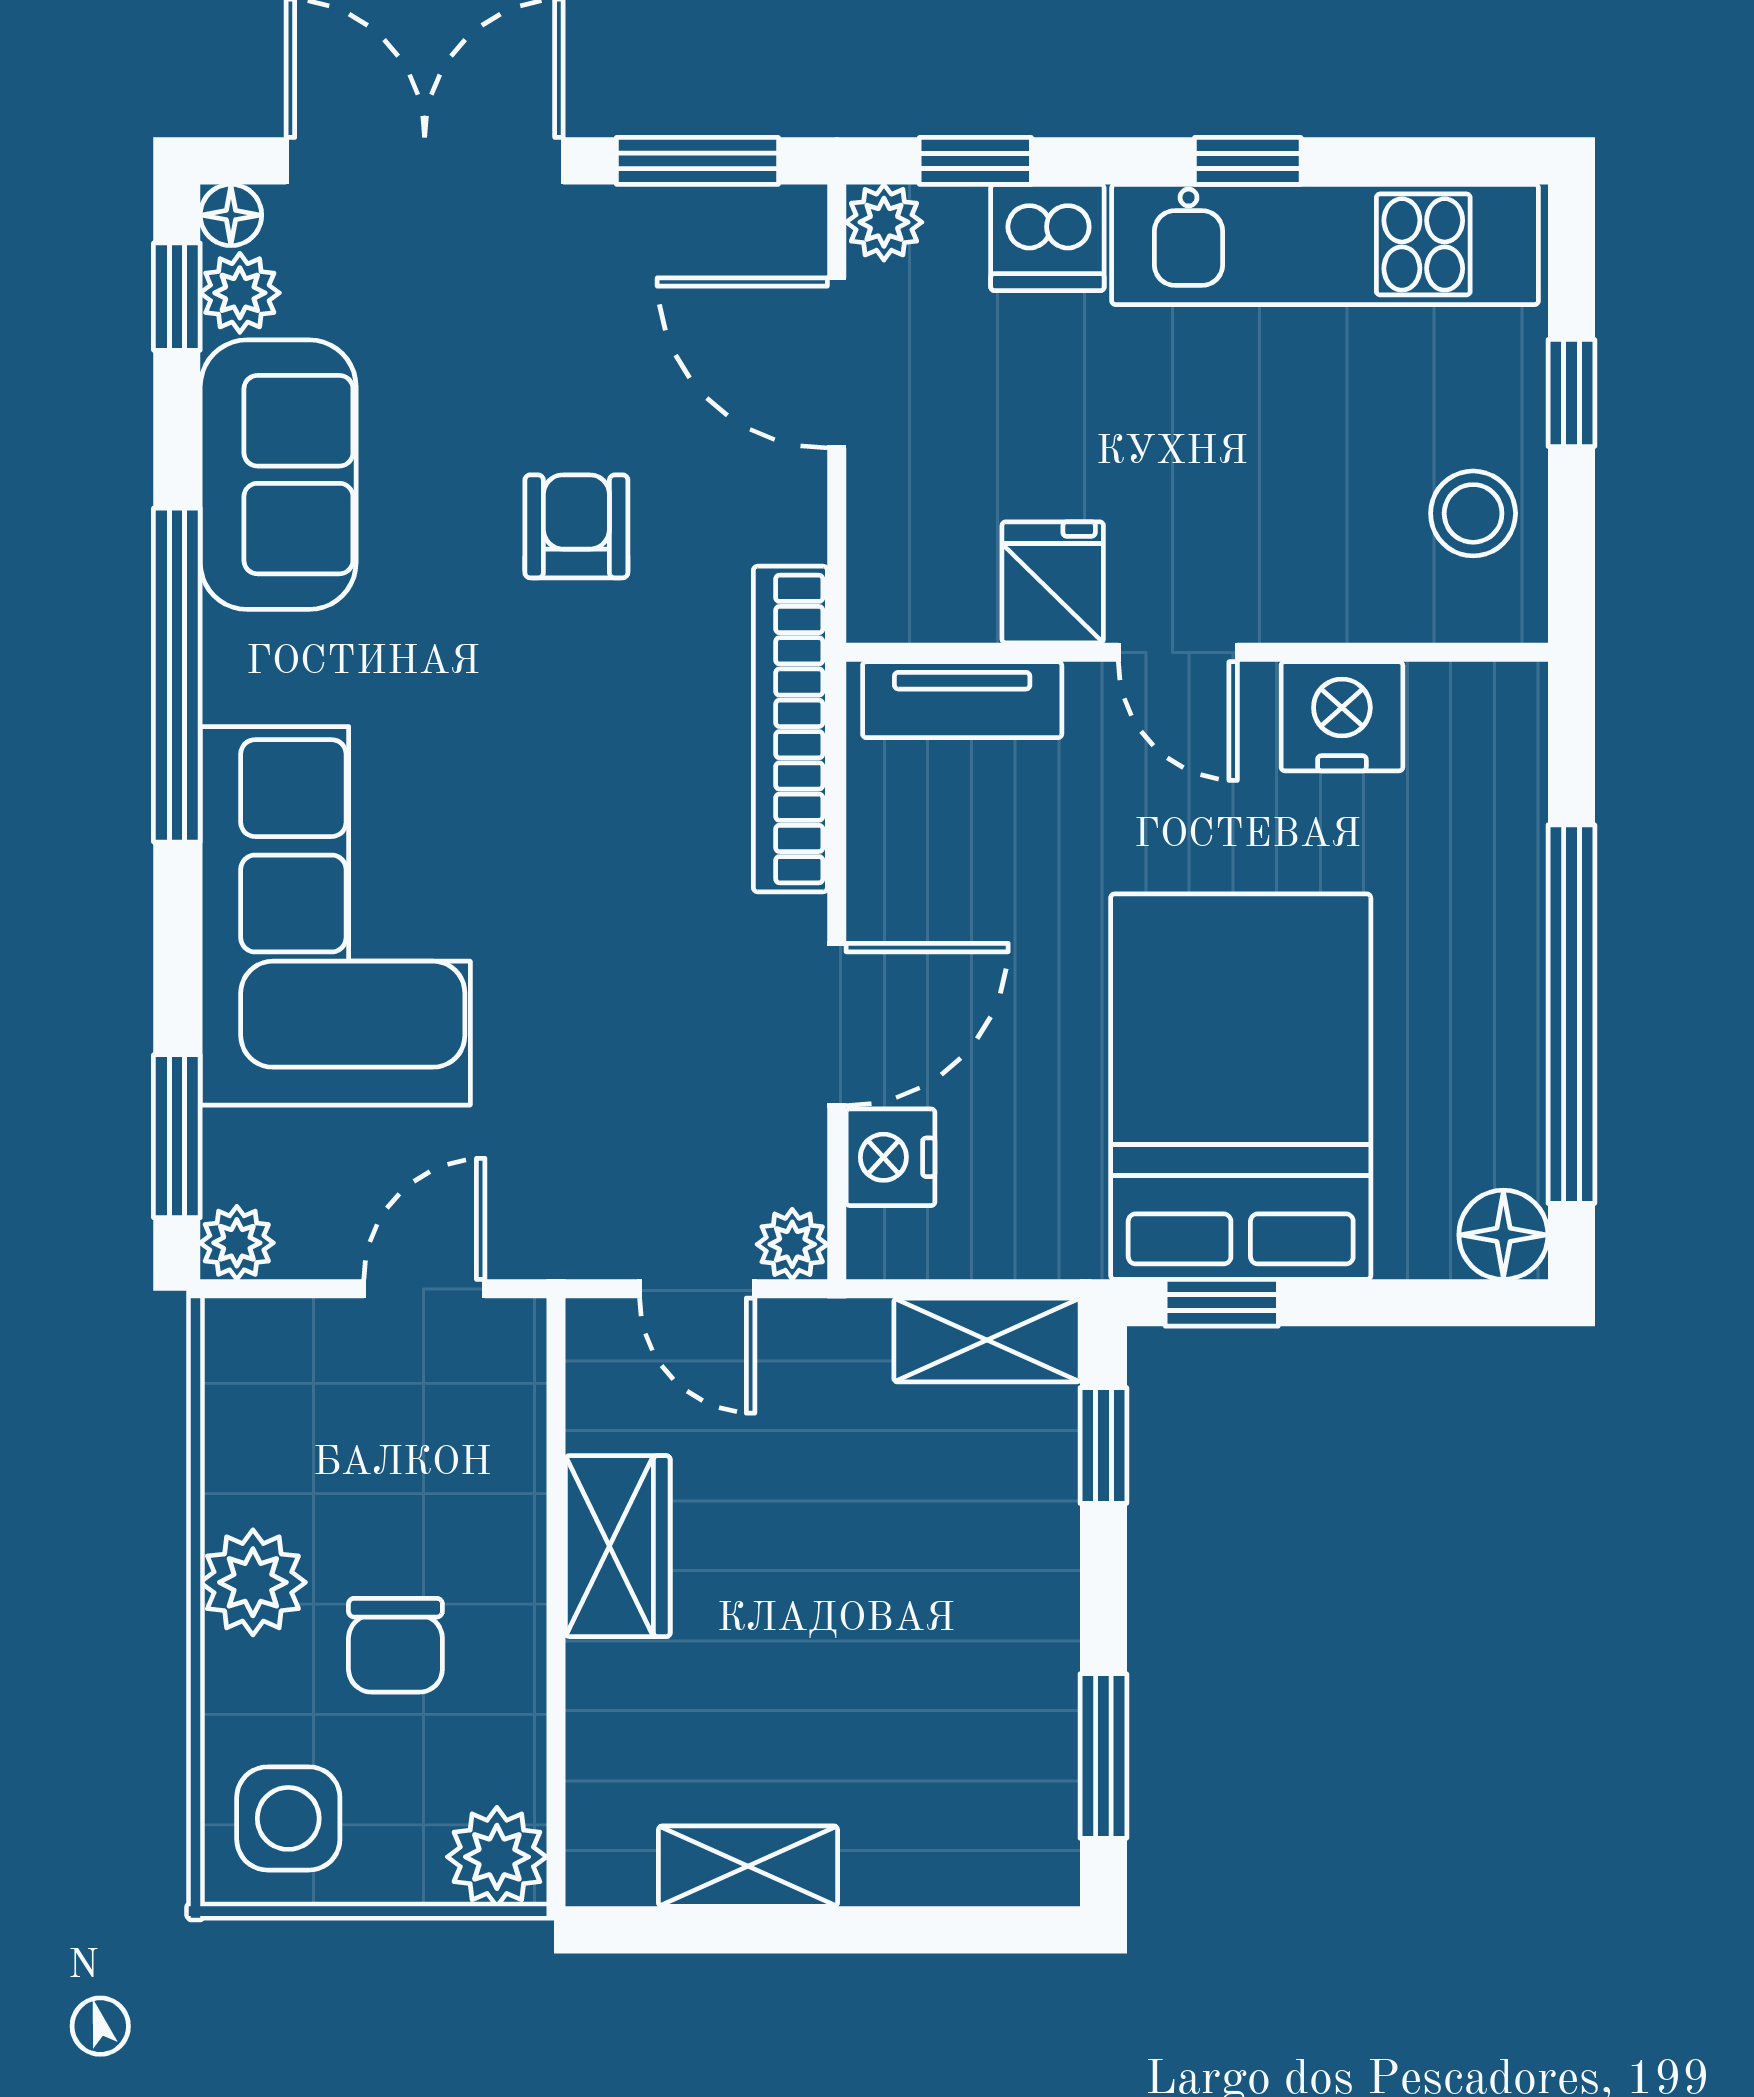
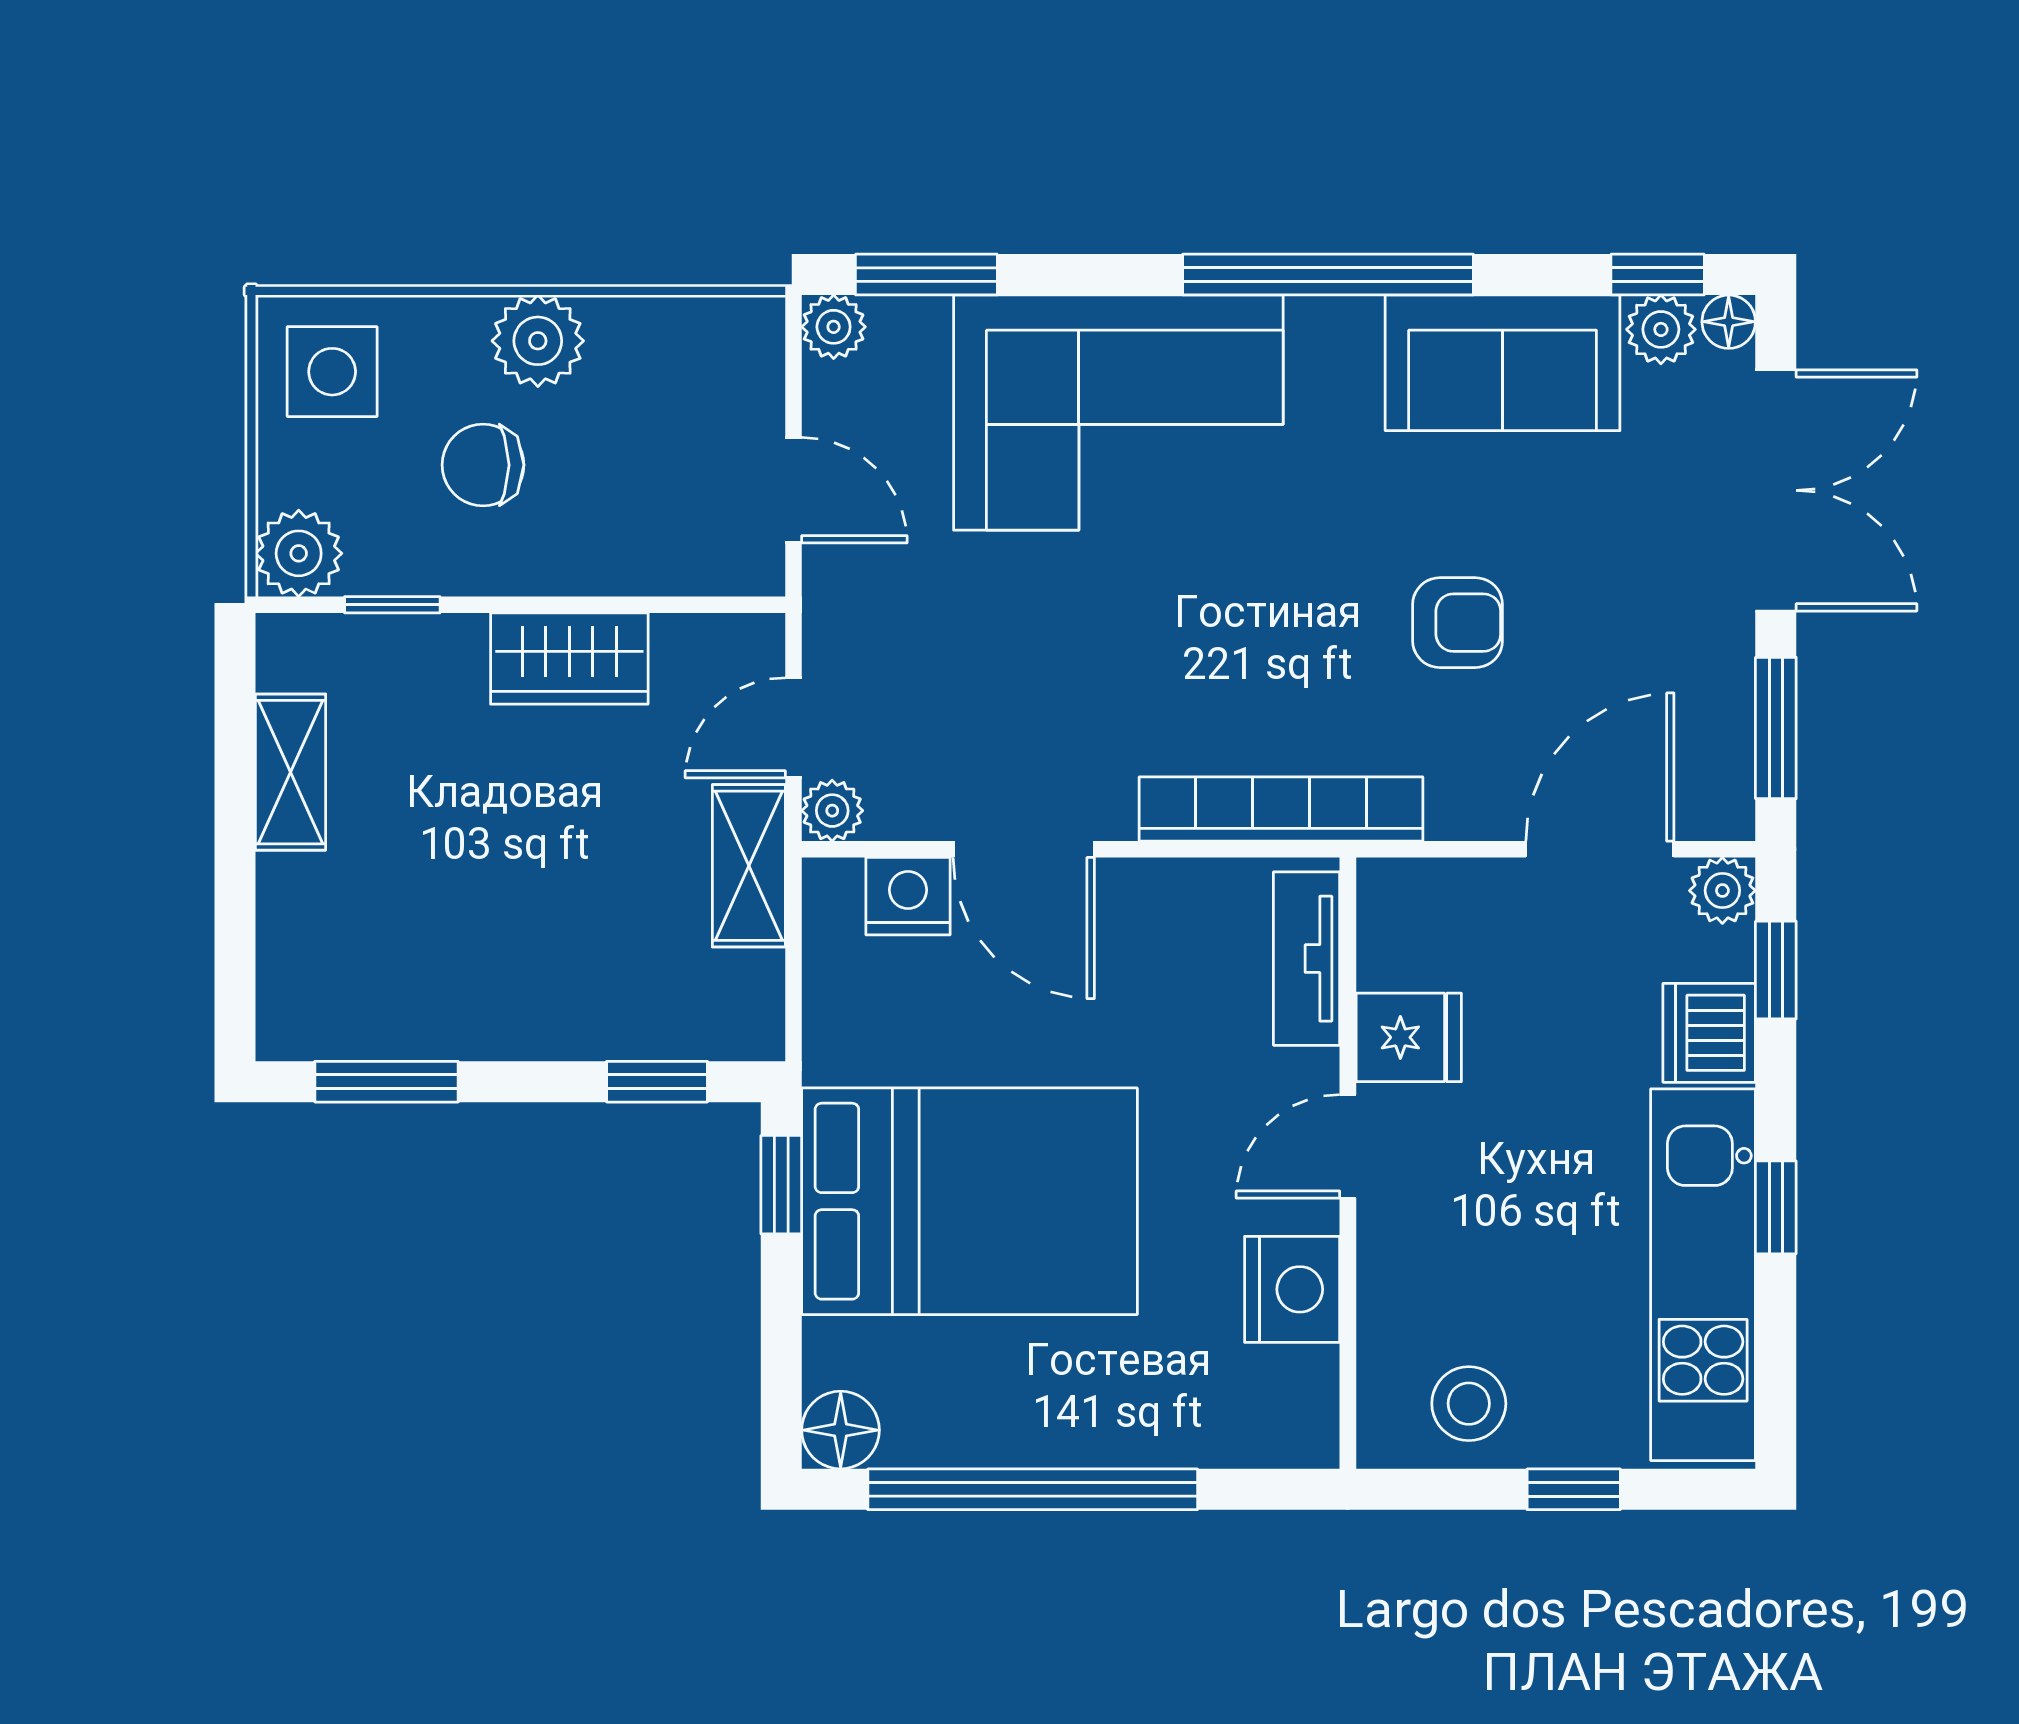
shelving: (987, 1340) -> (749, 866), moved
window: (556, 1749) -> (392, 605), added

